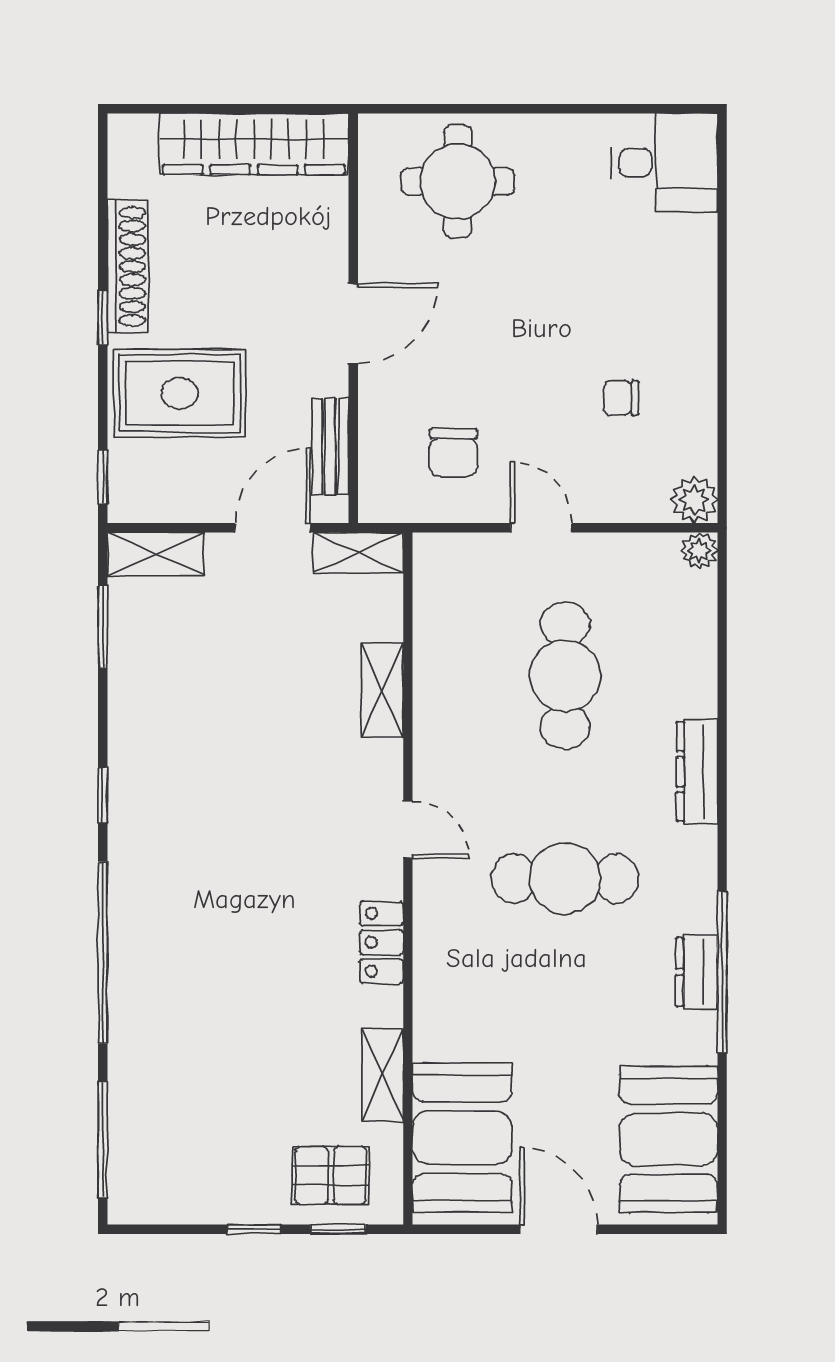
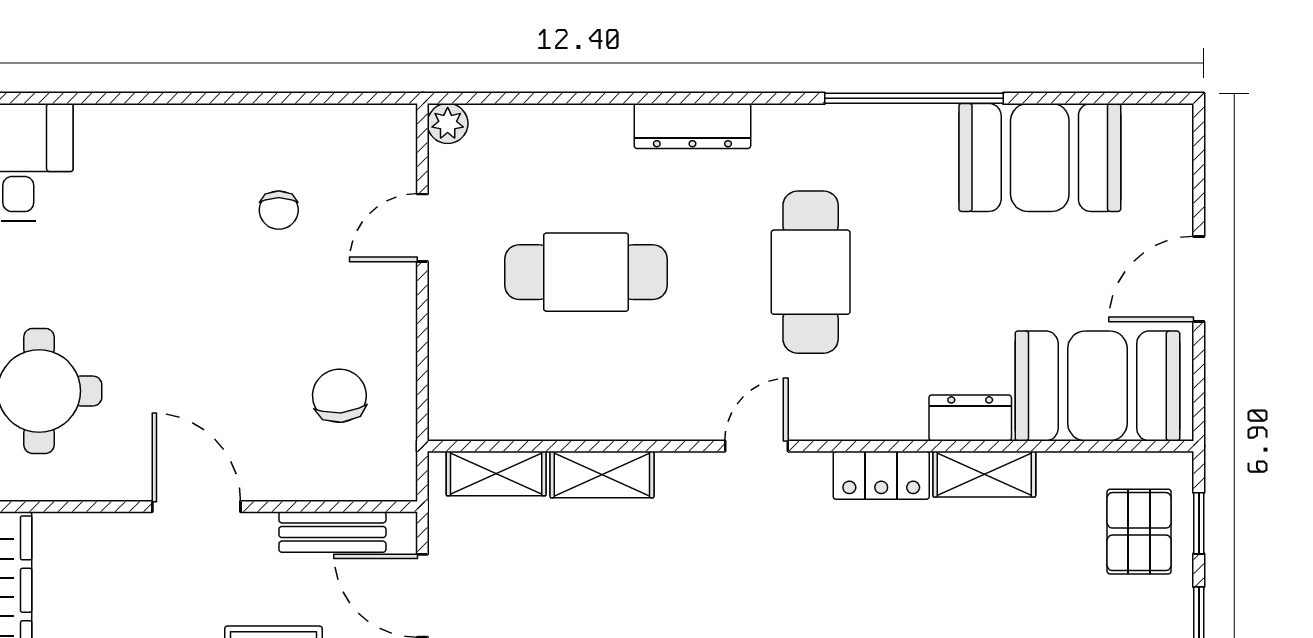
chair: (453, 453) -> (339, 396), turned -95
plant: (694, 500) -> (392, 129), removed
door: (541, 528) -> (422, 228), moved
shelving: (358, 553) -> (496, 474), moved, turned 90
dresser: (697, 972) -> (970, 418), moved, turned 180
shelving: (383, 1075) -> (984, 474), moved
booth: (669, 1139) -> (1040, 157), moved

